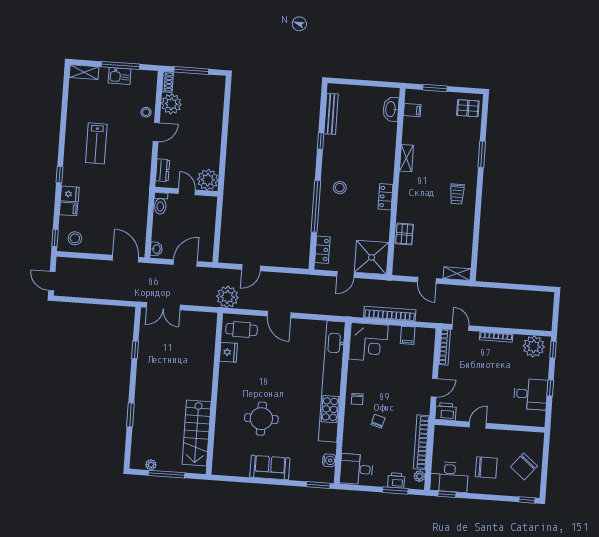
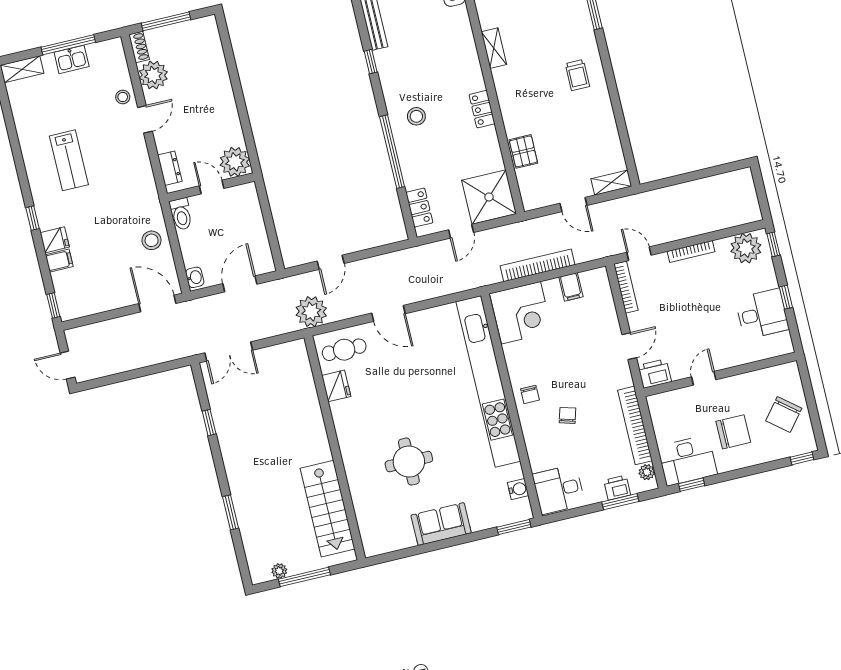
stool: (75, 238) -> (152, 240), moved

